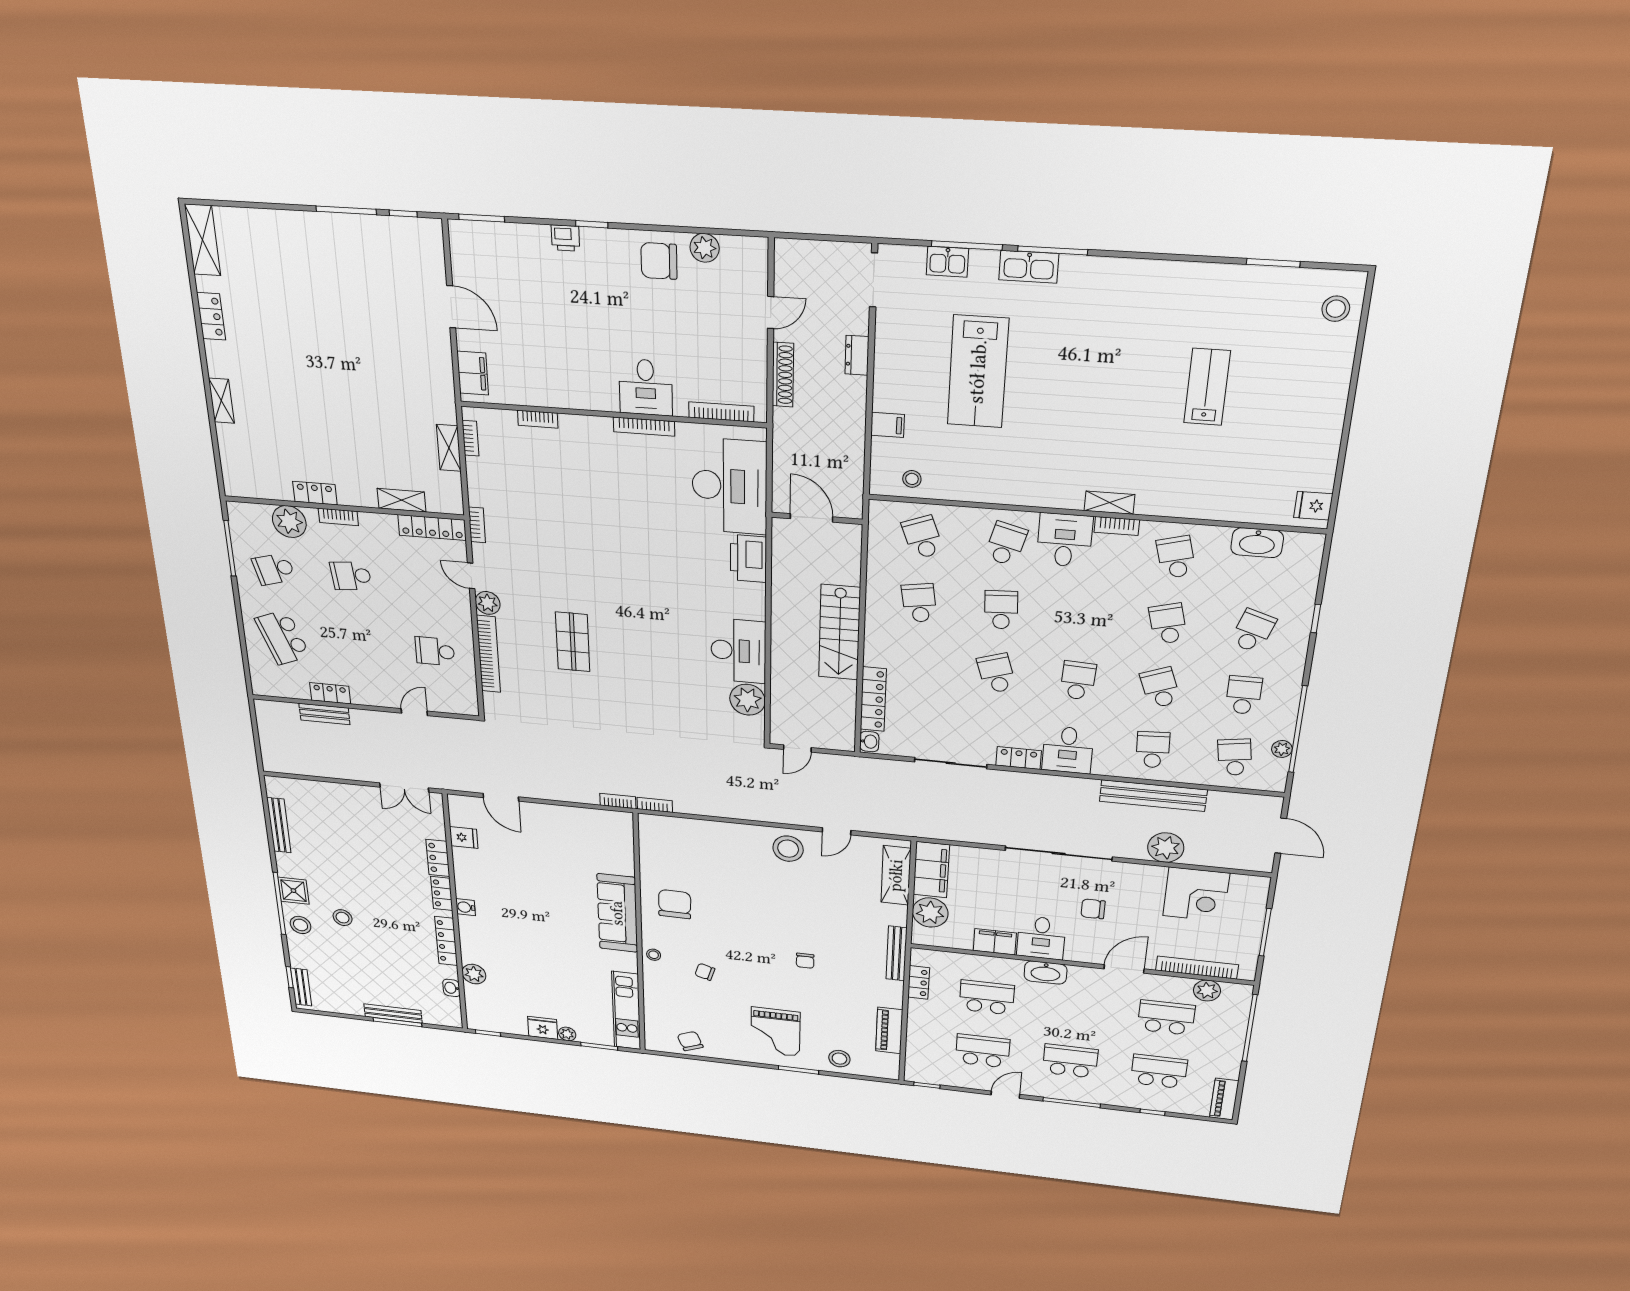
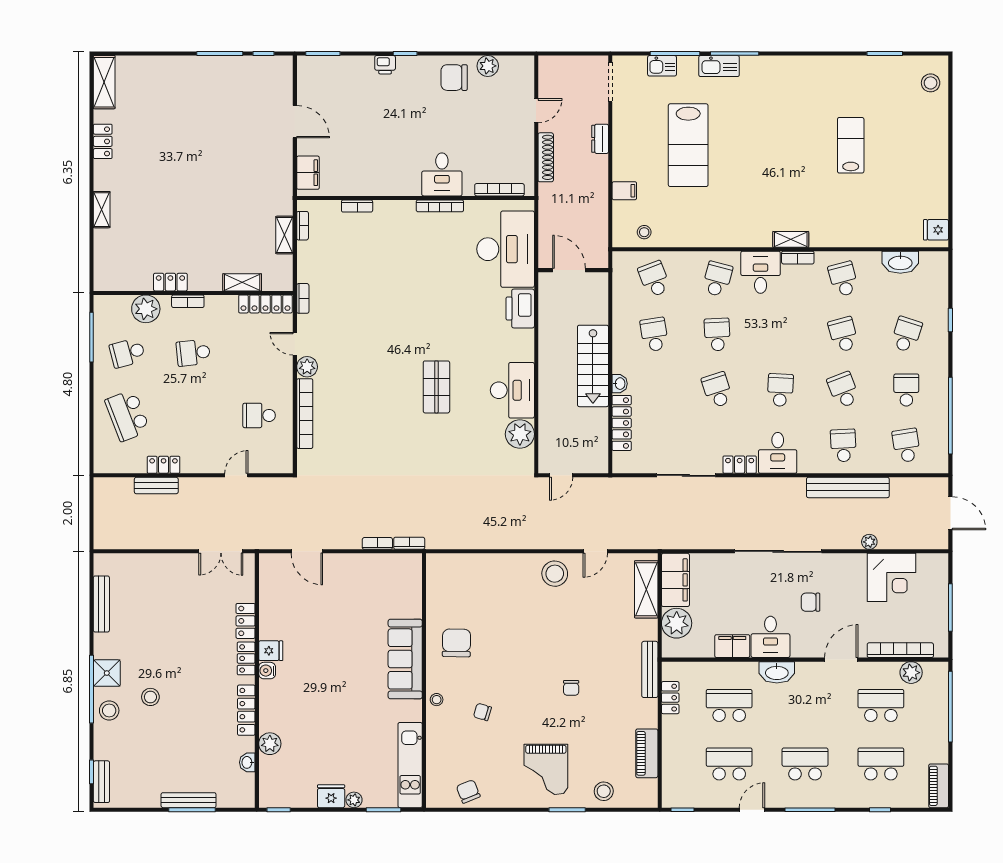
shop shelf: (573, 642) -> (436, 387), moved
washbasin: (869, 742) -> (620, 384), moved
plant: (1282, 749) -> (941, 434), removed
bookcase: (655, 805) -> (377, 543), moved
fridge: (464, 838) -> (271, 651), moved
plant: (1166, 848) -> (869, 542), width x0.53, depth x0.53

